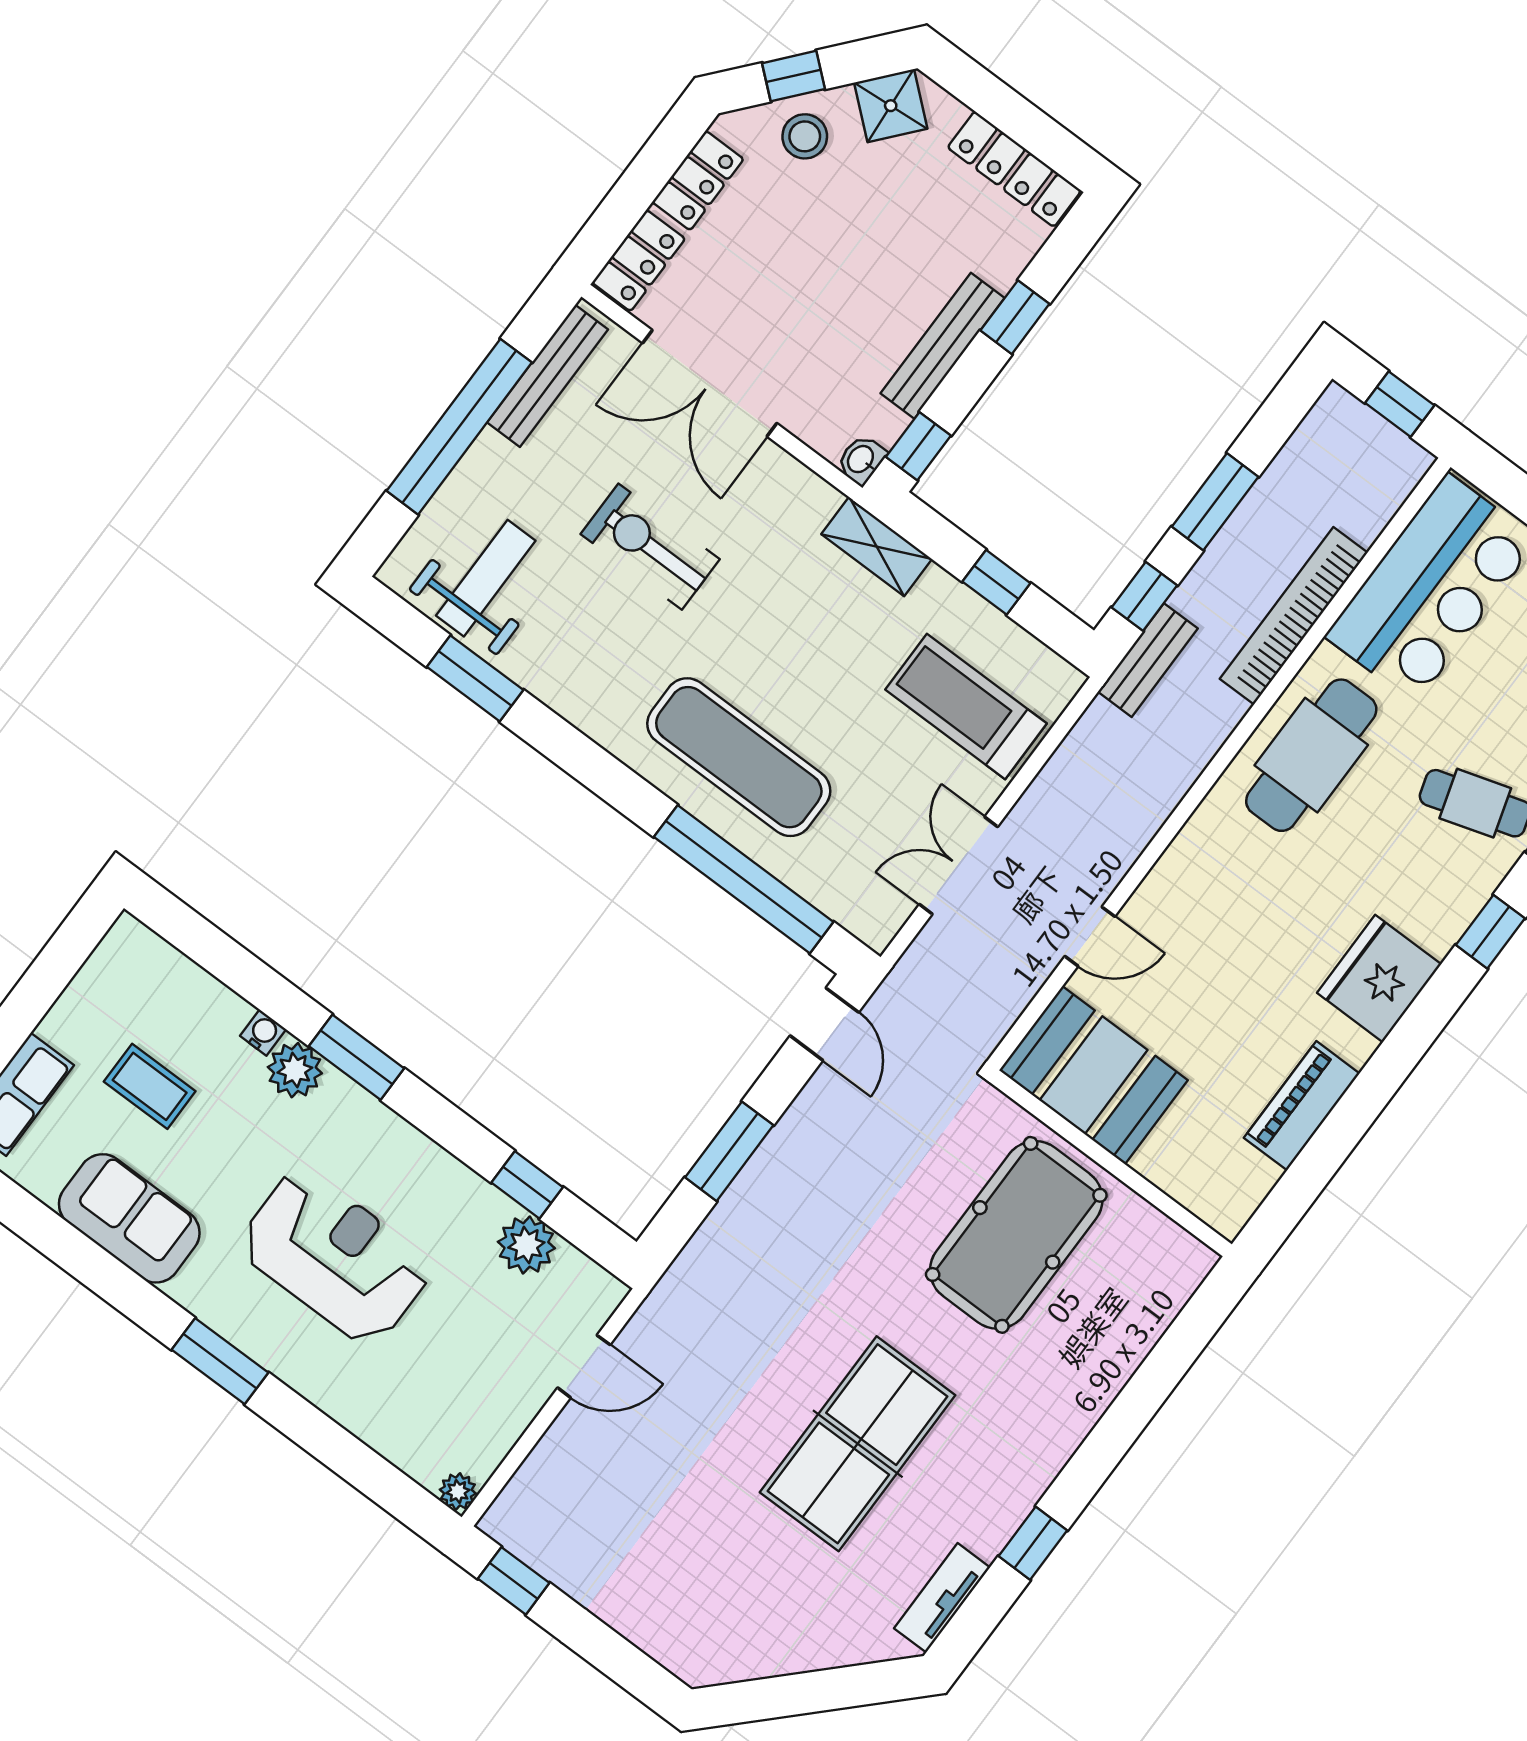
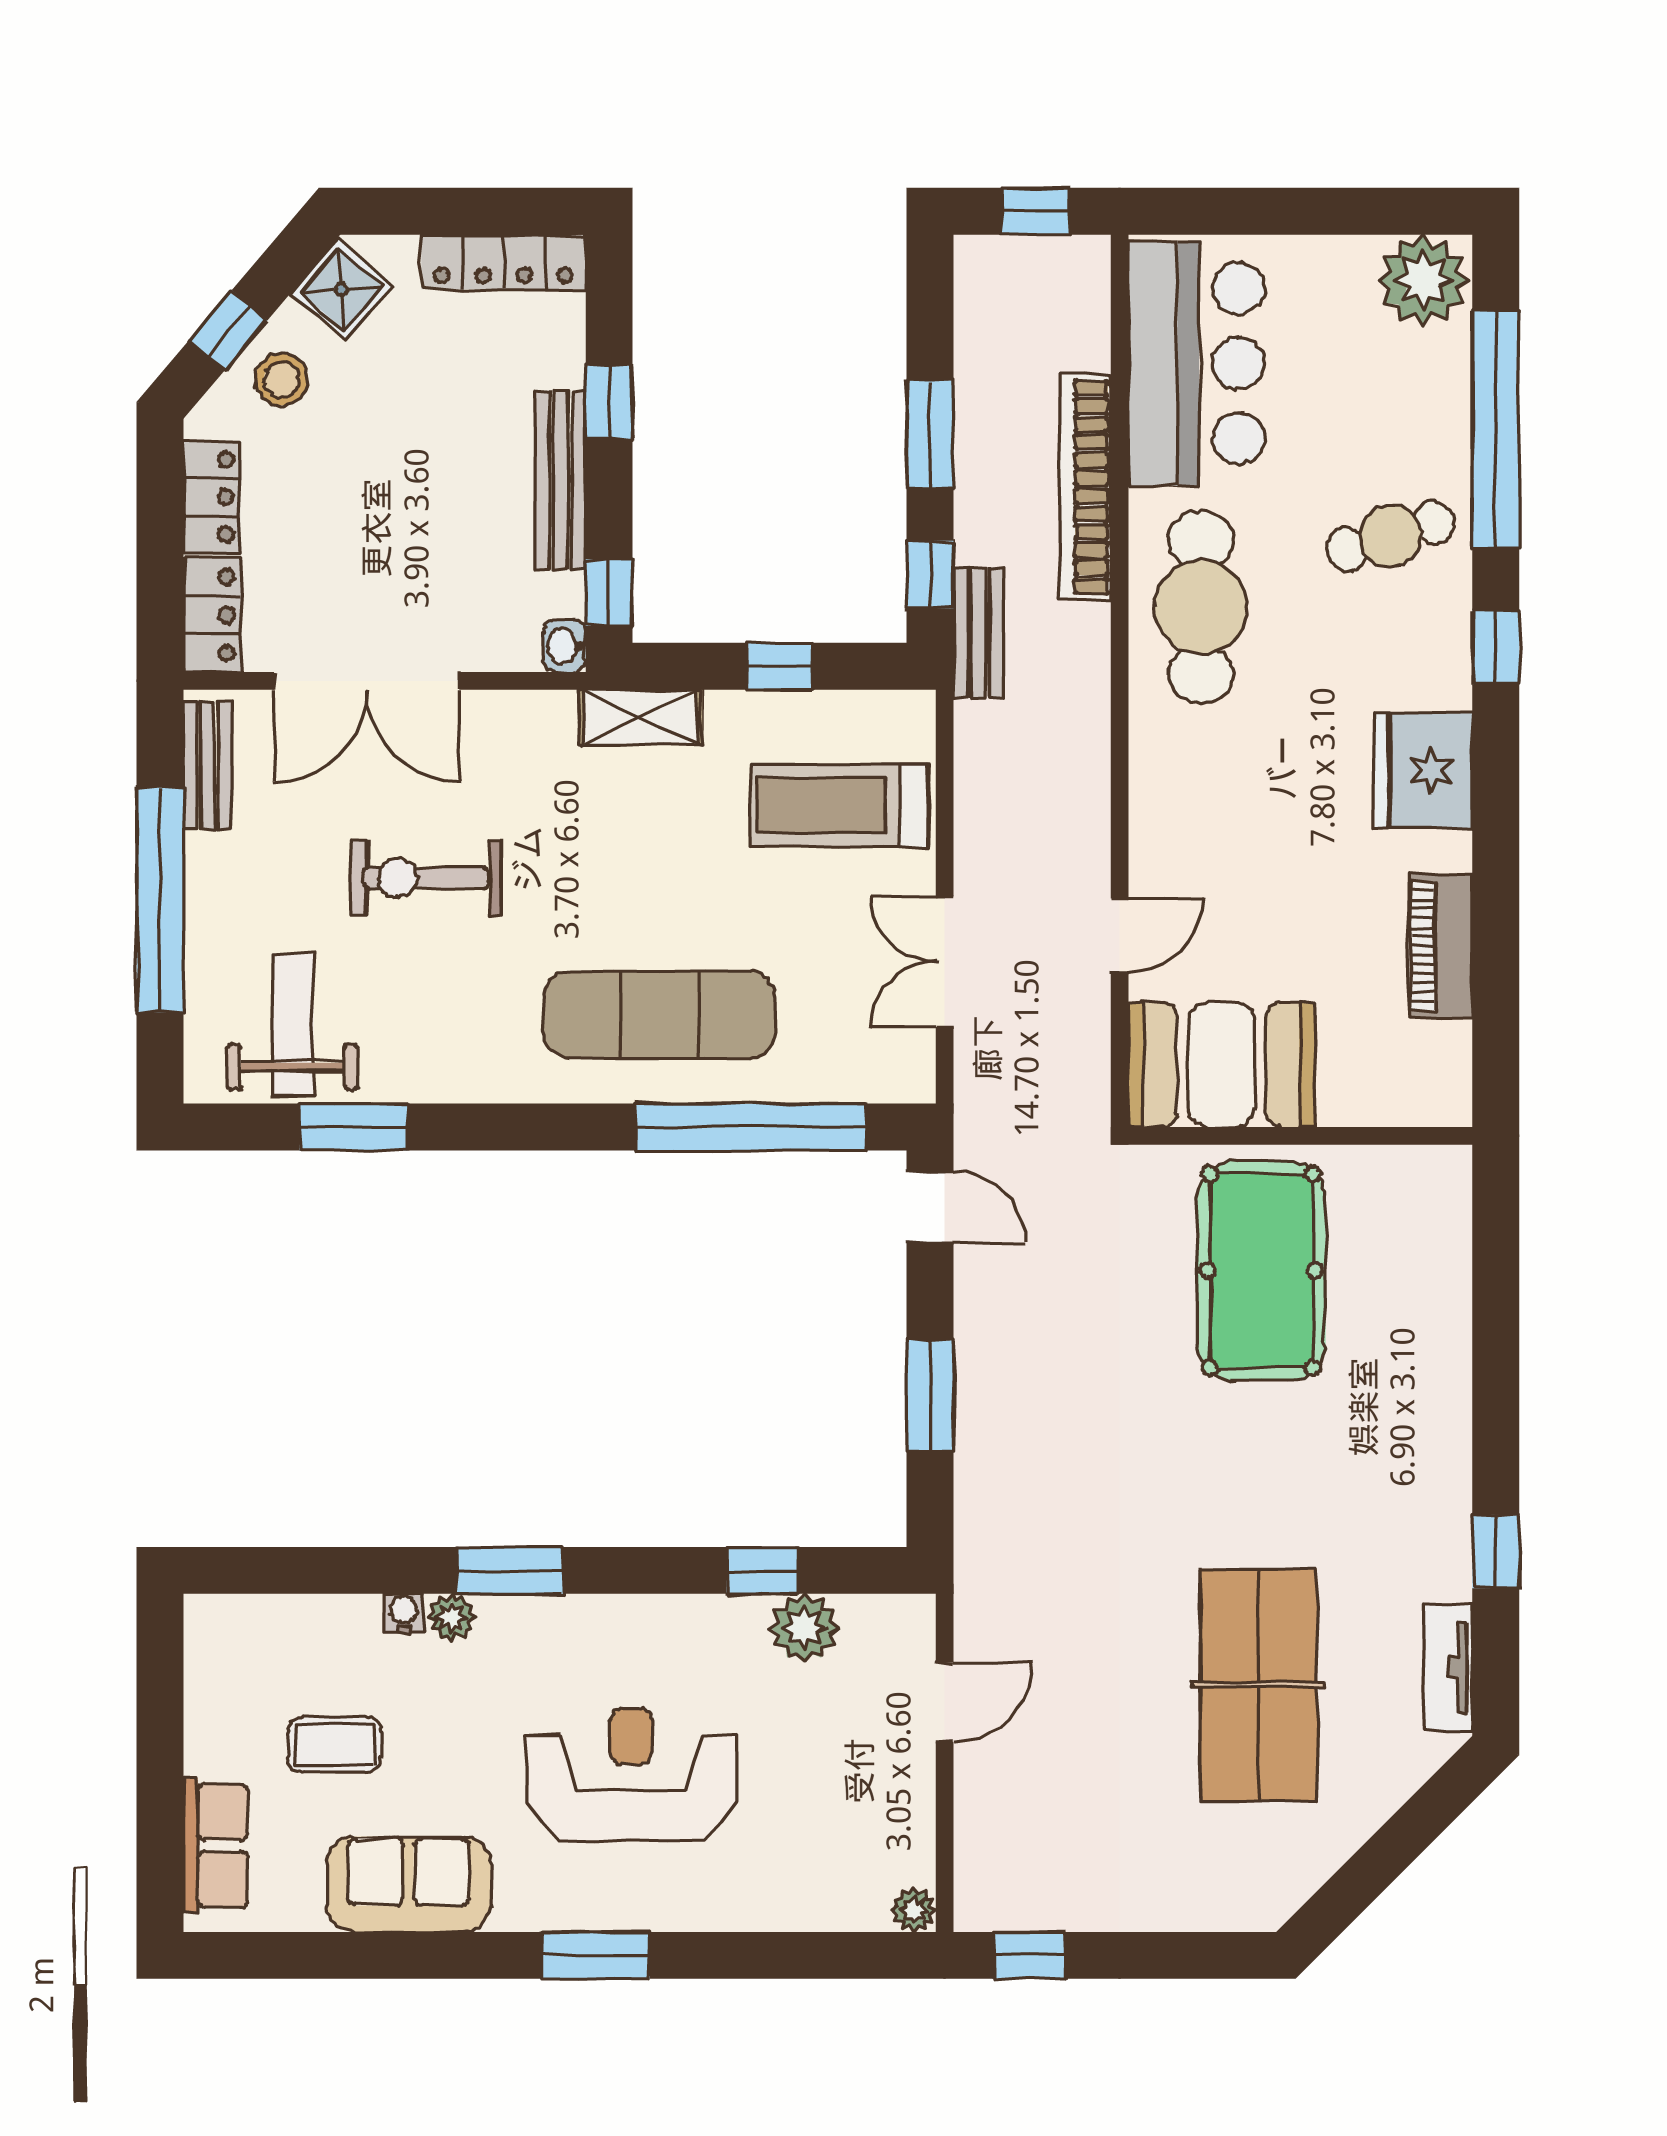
bench: (548, 376) -> (208, 766), width x0.73
plant: (295, 1070) -> (452, 1617), width x0.73, depth x0.73
table tennis table: (858, 1444) -> (1259, 1684), moved

